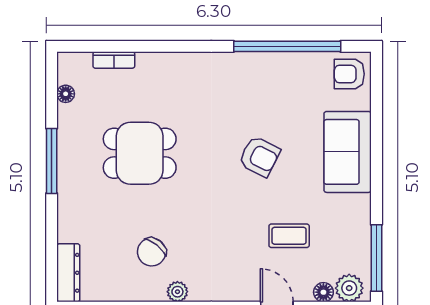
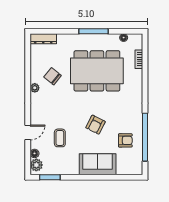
armchair: (349, 74) -> (125, 140), moved, turned 90
dining table: (140, 153) -> (97, 71), width x1.88, depth x1.24
window: (376, 258) -> (50, 177), width x0.69

